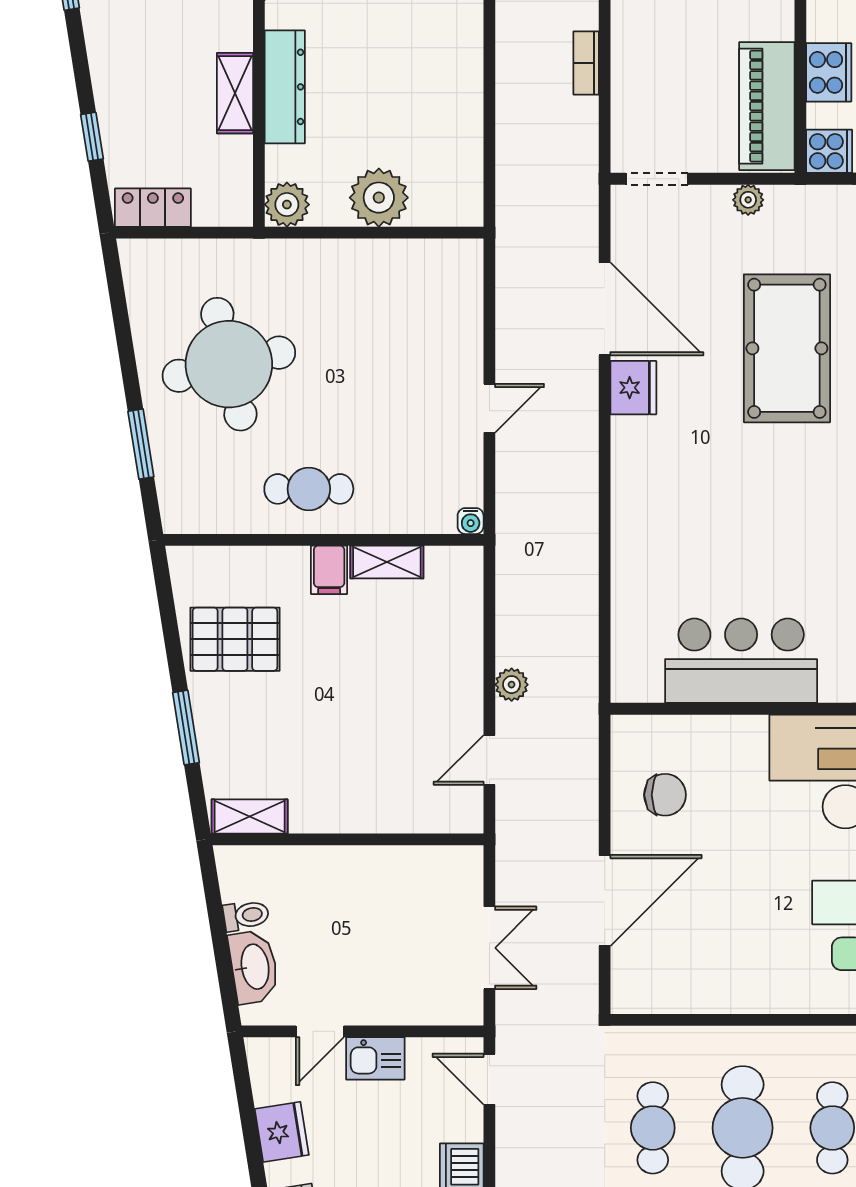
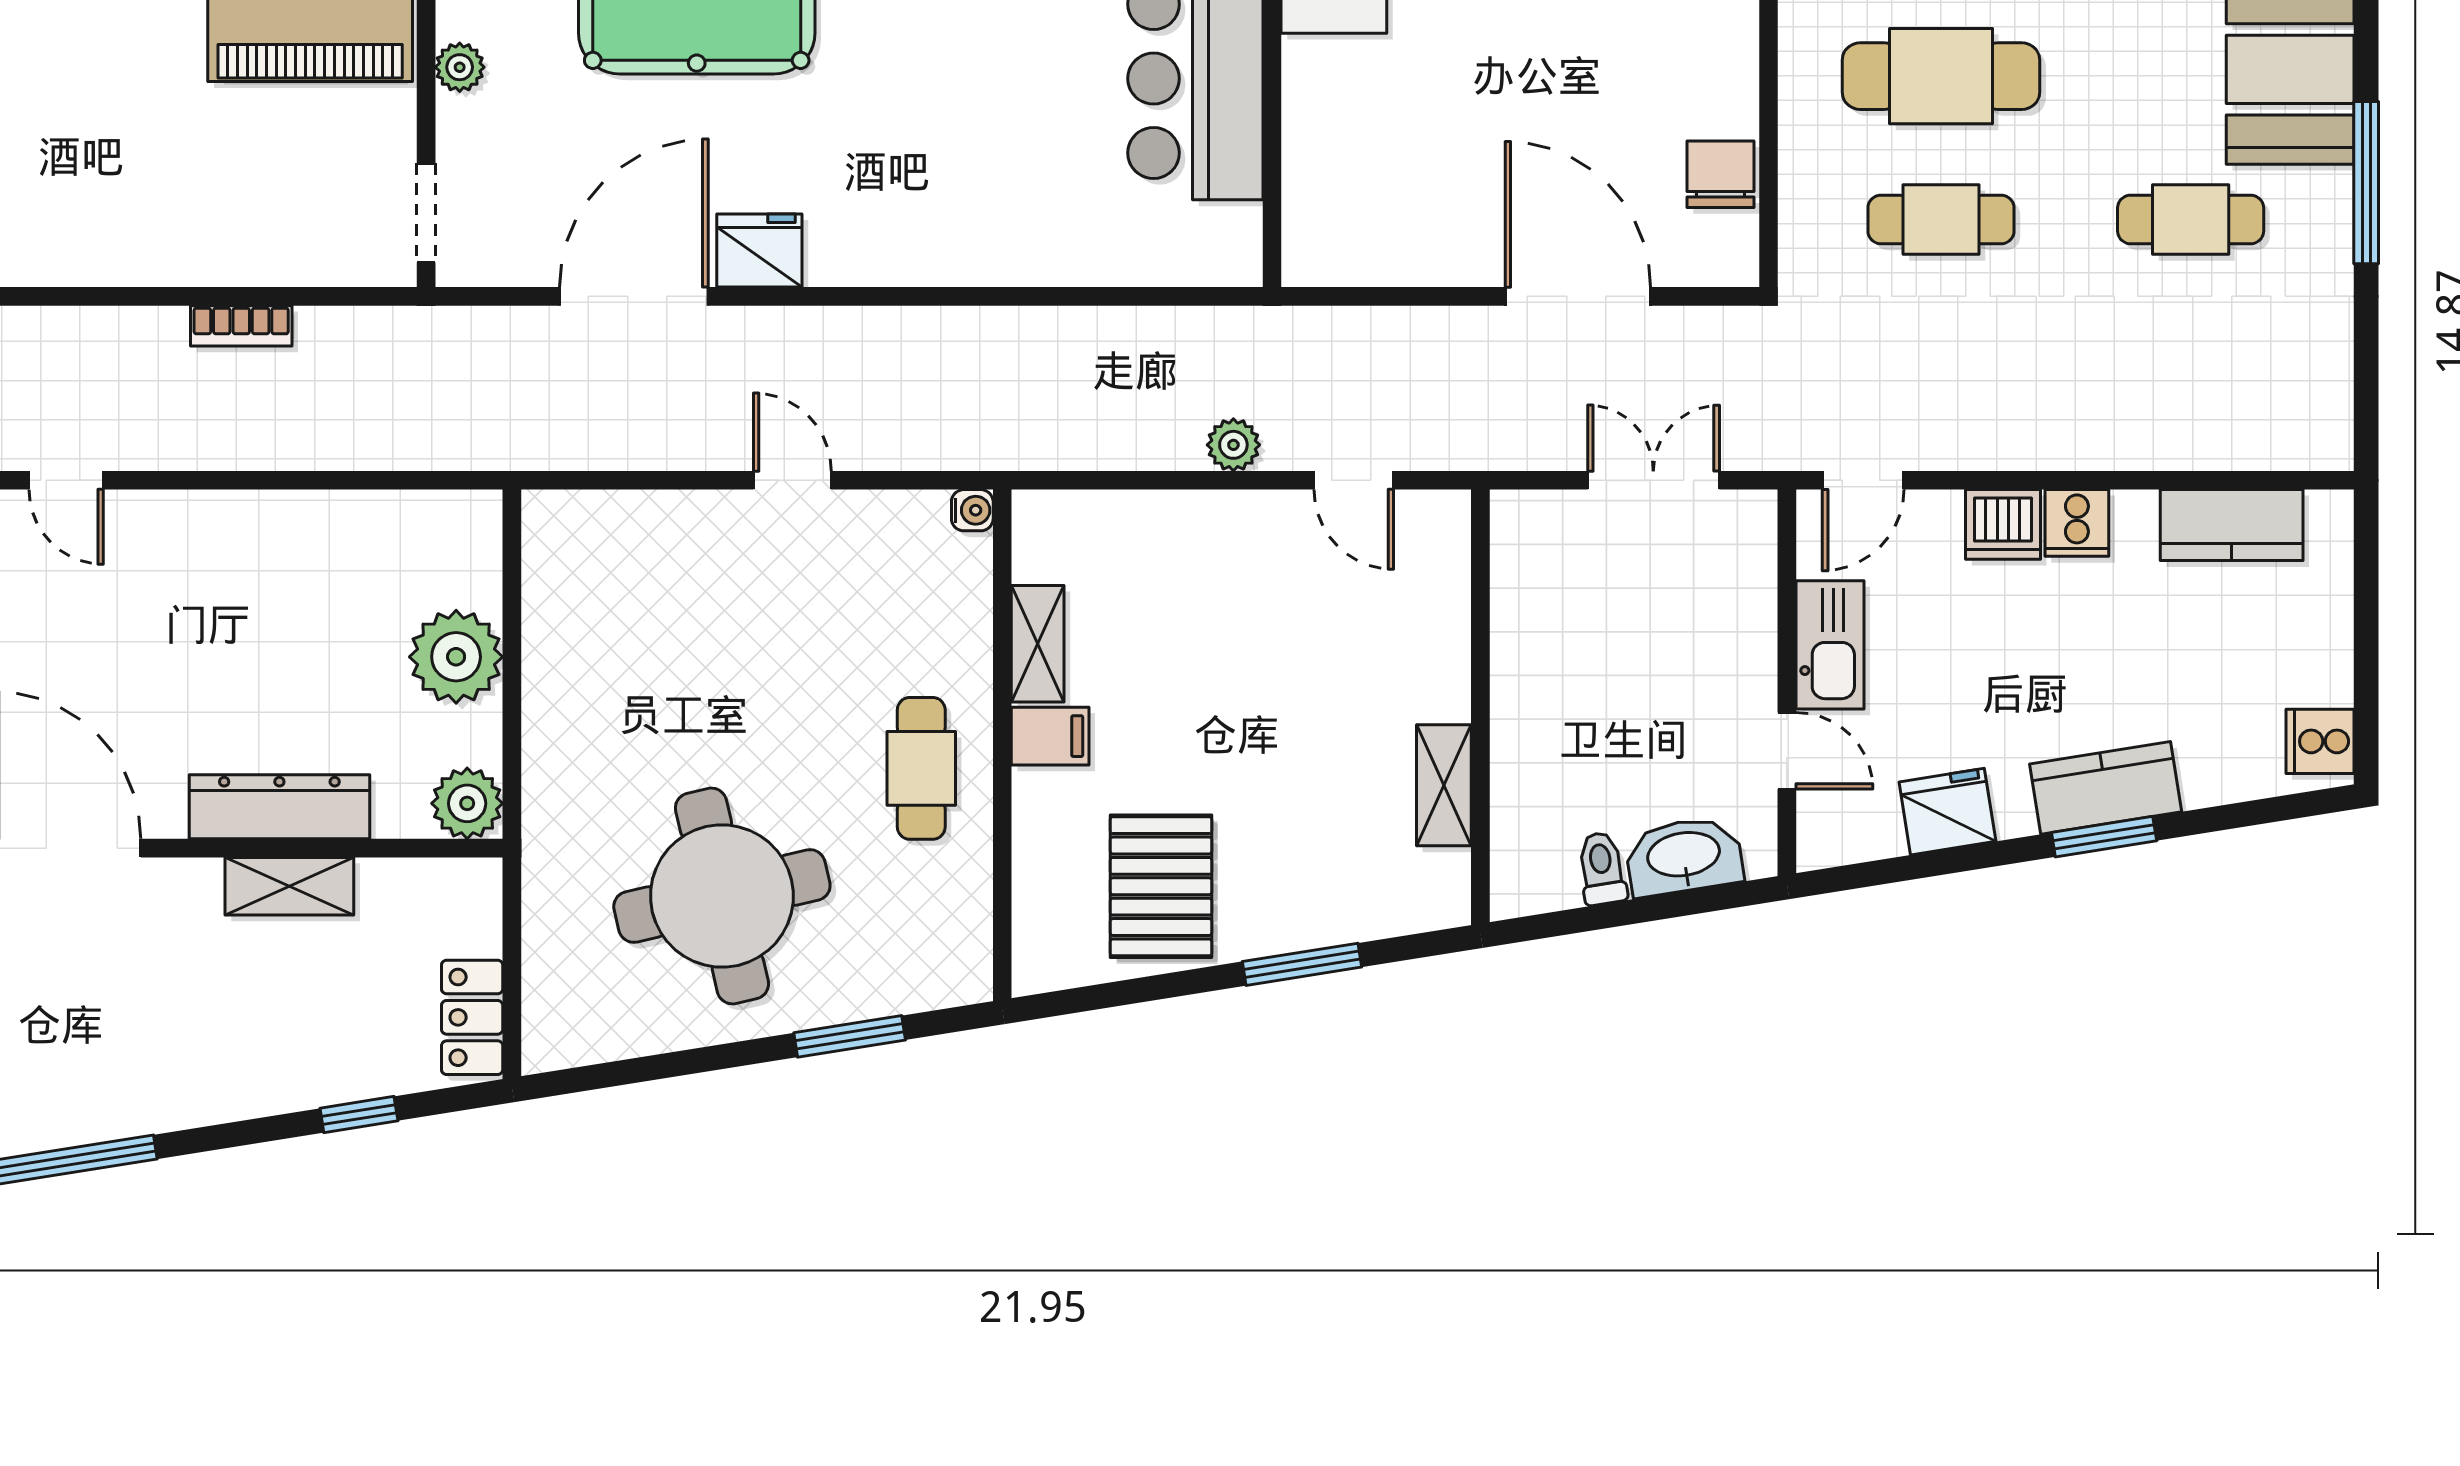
chair: (665, 795) -> (1721, 174), moved
shelving: (250, 816) -> (1444, 785), moved
kitchen sink: (375, 1058) -> (1830, 645), width x1.38

